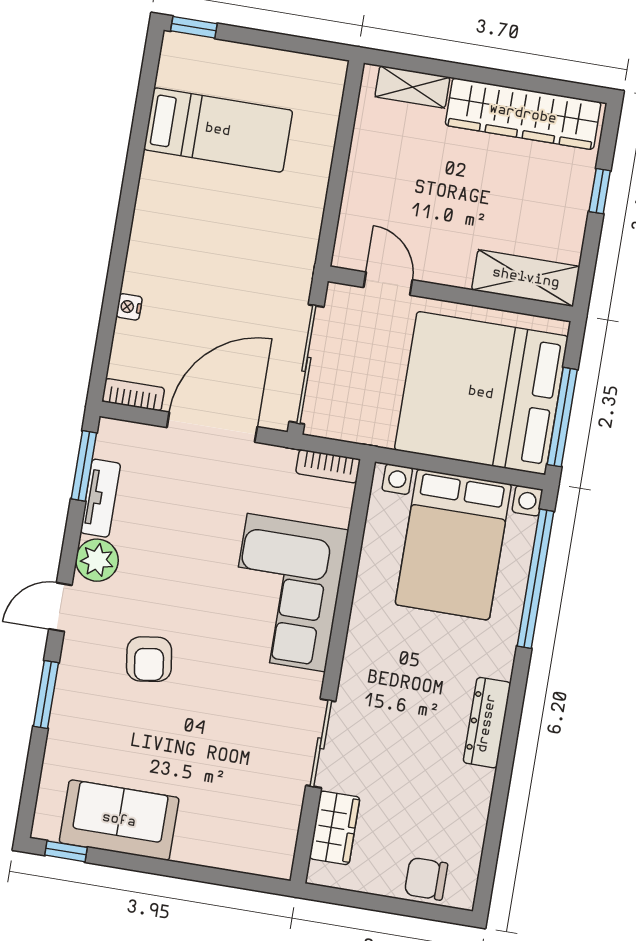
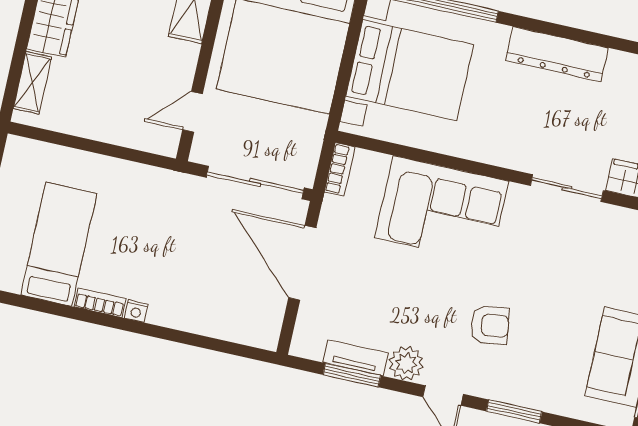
nightstand: (129, 307) -> (136, 311), moved
bookcase: (133, 395) -> (100, 303), moved, turned 90
window: (84, 466) -> (352, 375), moved
dresser: (487, 723) -> (557, 54), width x1.37, depth x1.24

